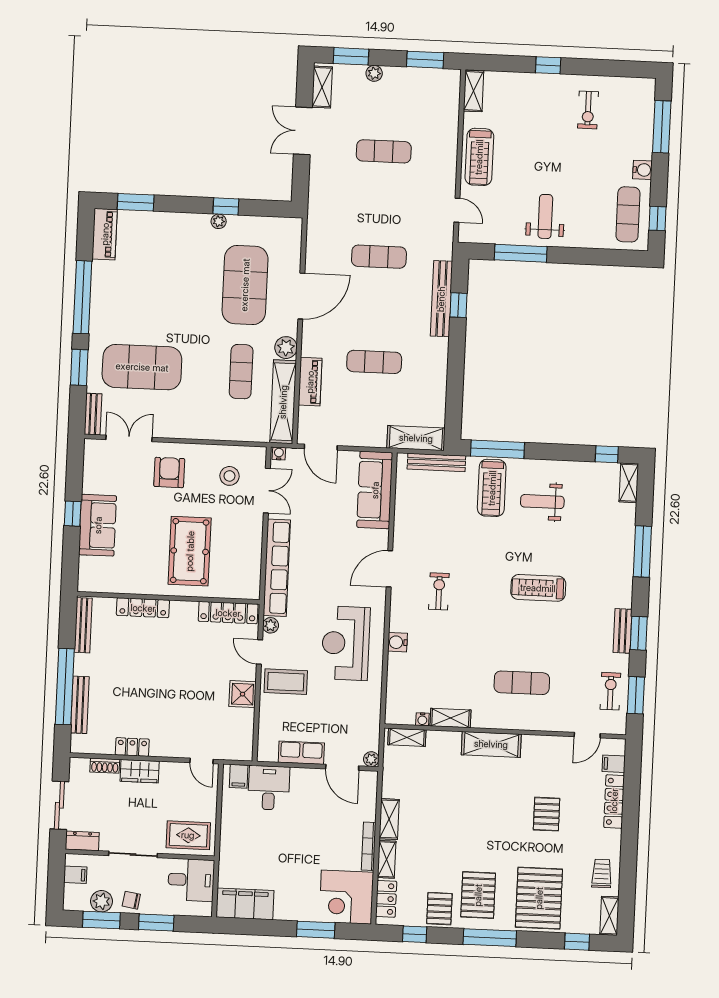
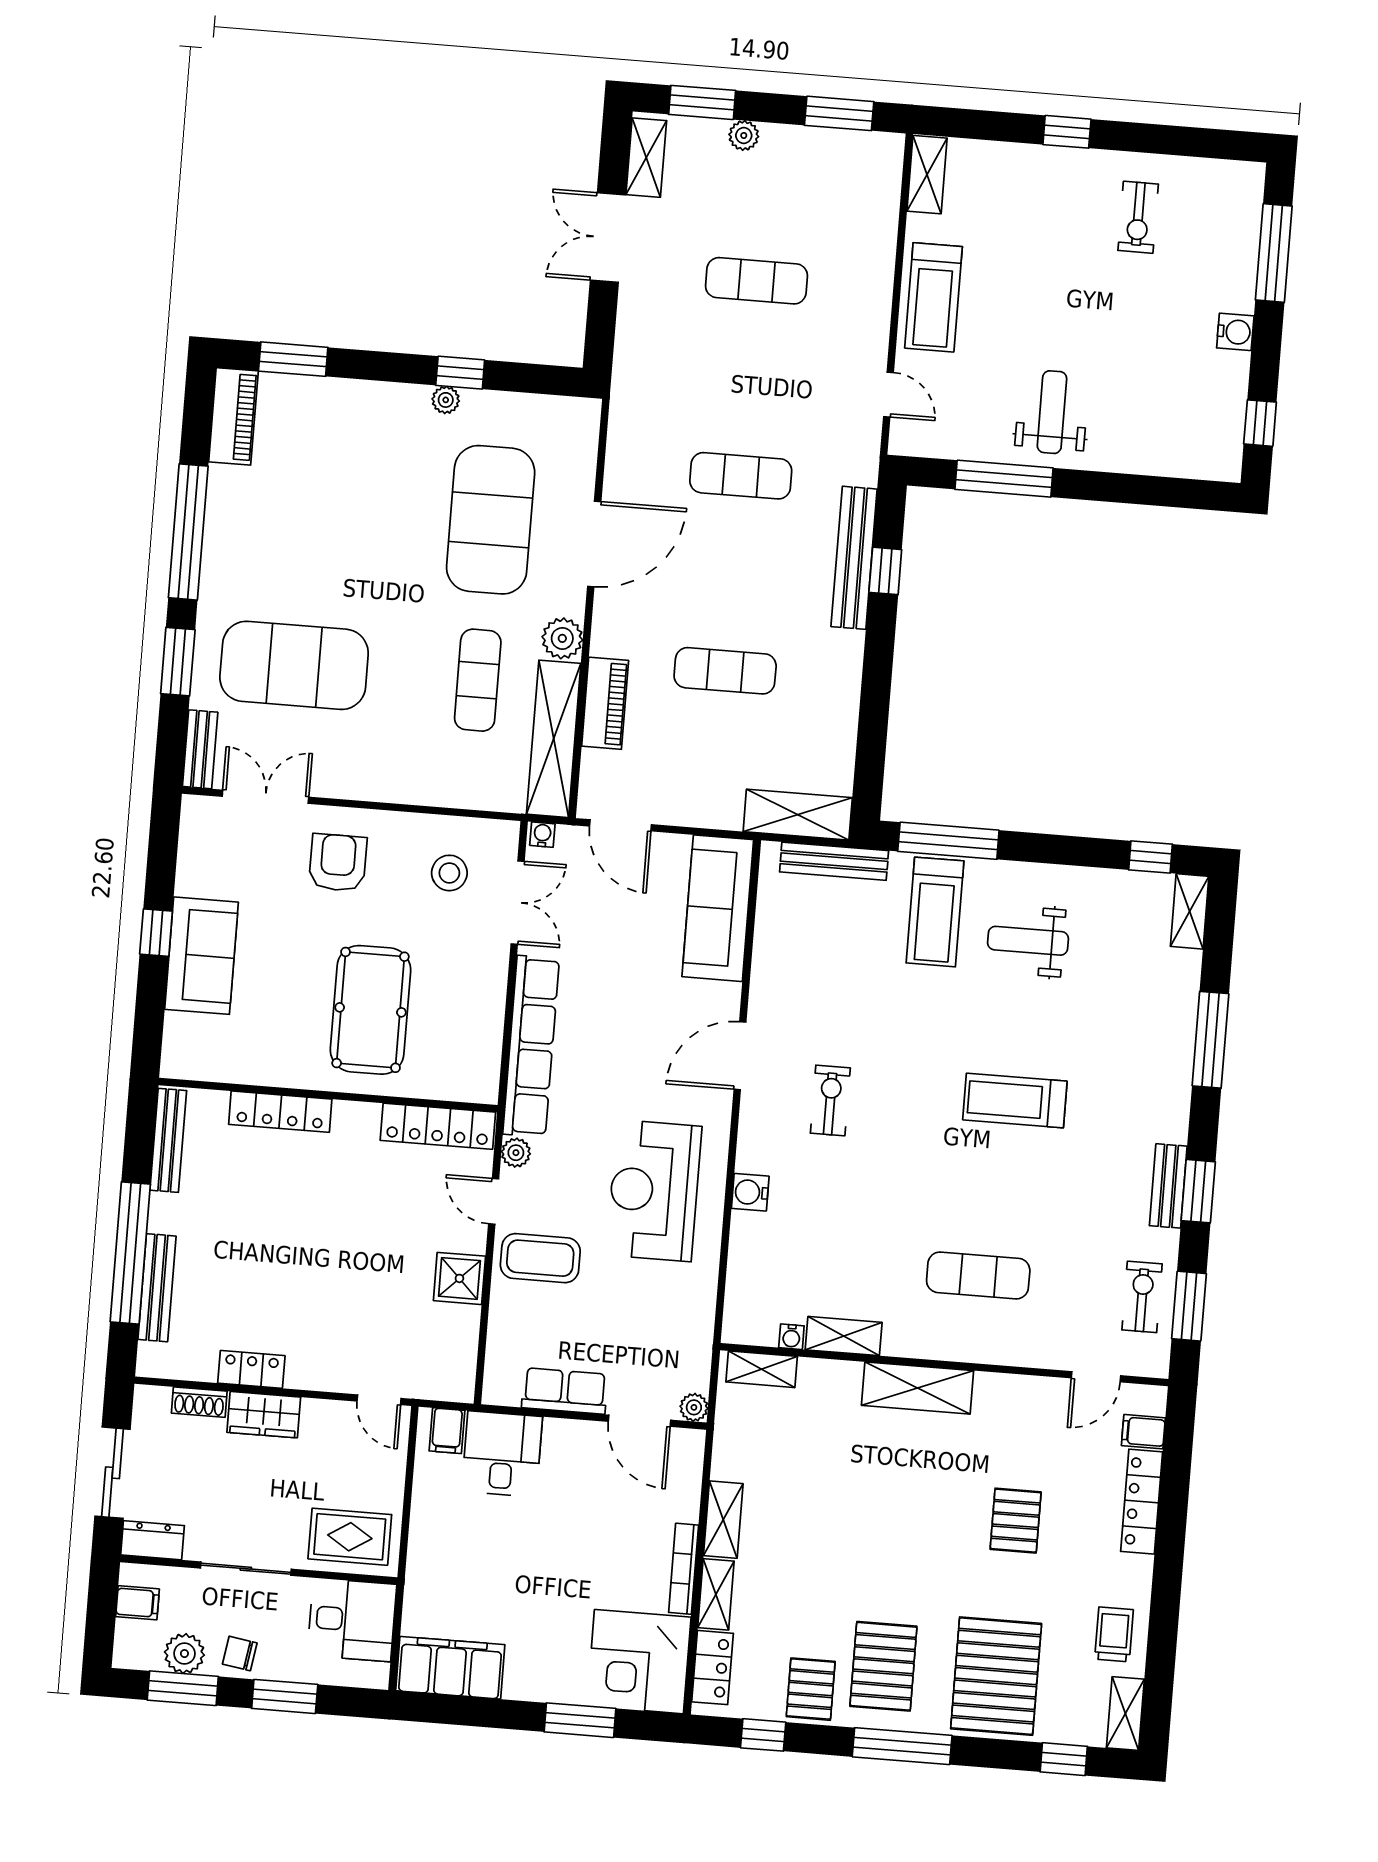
exercise mat: (628, 214) -> (1205, 414), removed

